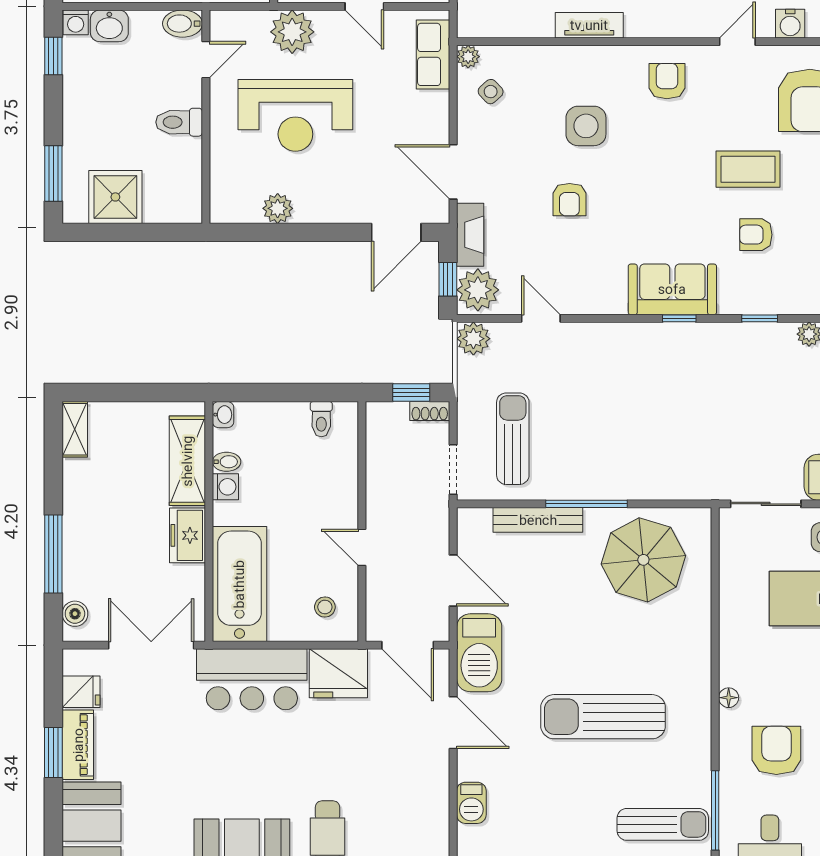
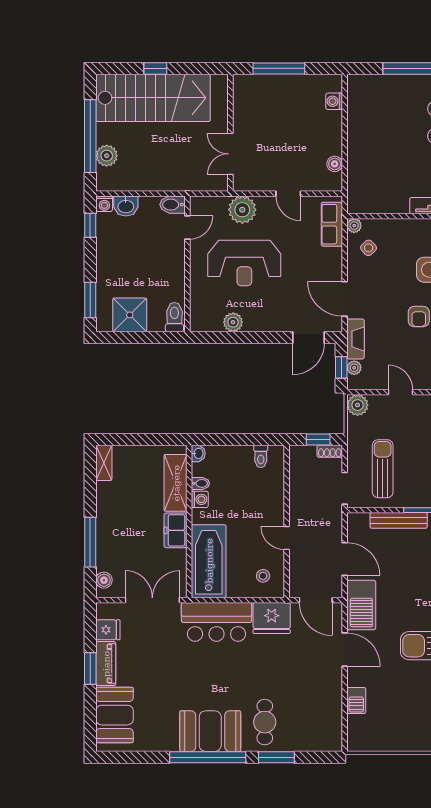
toilet: (179, 122) -> (174, 317), moved, turned 90
plant: (478, 290) -> (354, 368), width x0.53, depth x0.53

